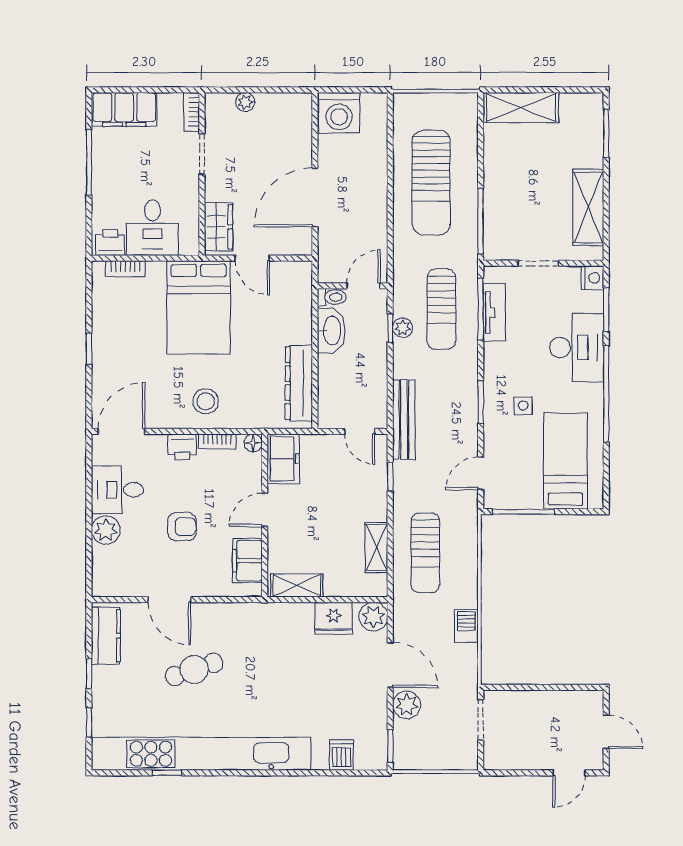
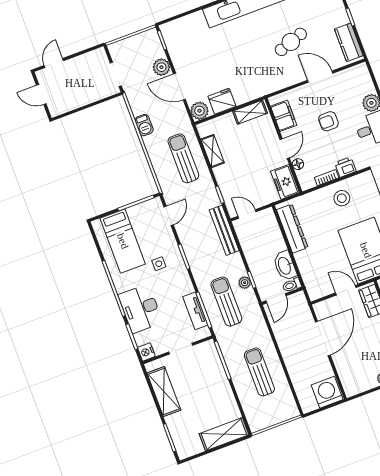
sun lounger: (431, 183) -> (259, 372), width x0.73, depth x0.75
floor lamp: (253, 443) -> (298, 164), moved
dishwasher: (341, 755) -> (188, 24), removed

